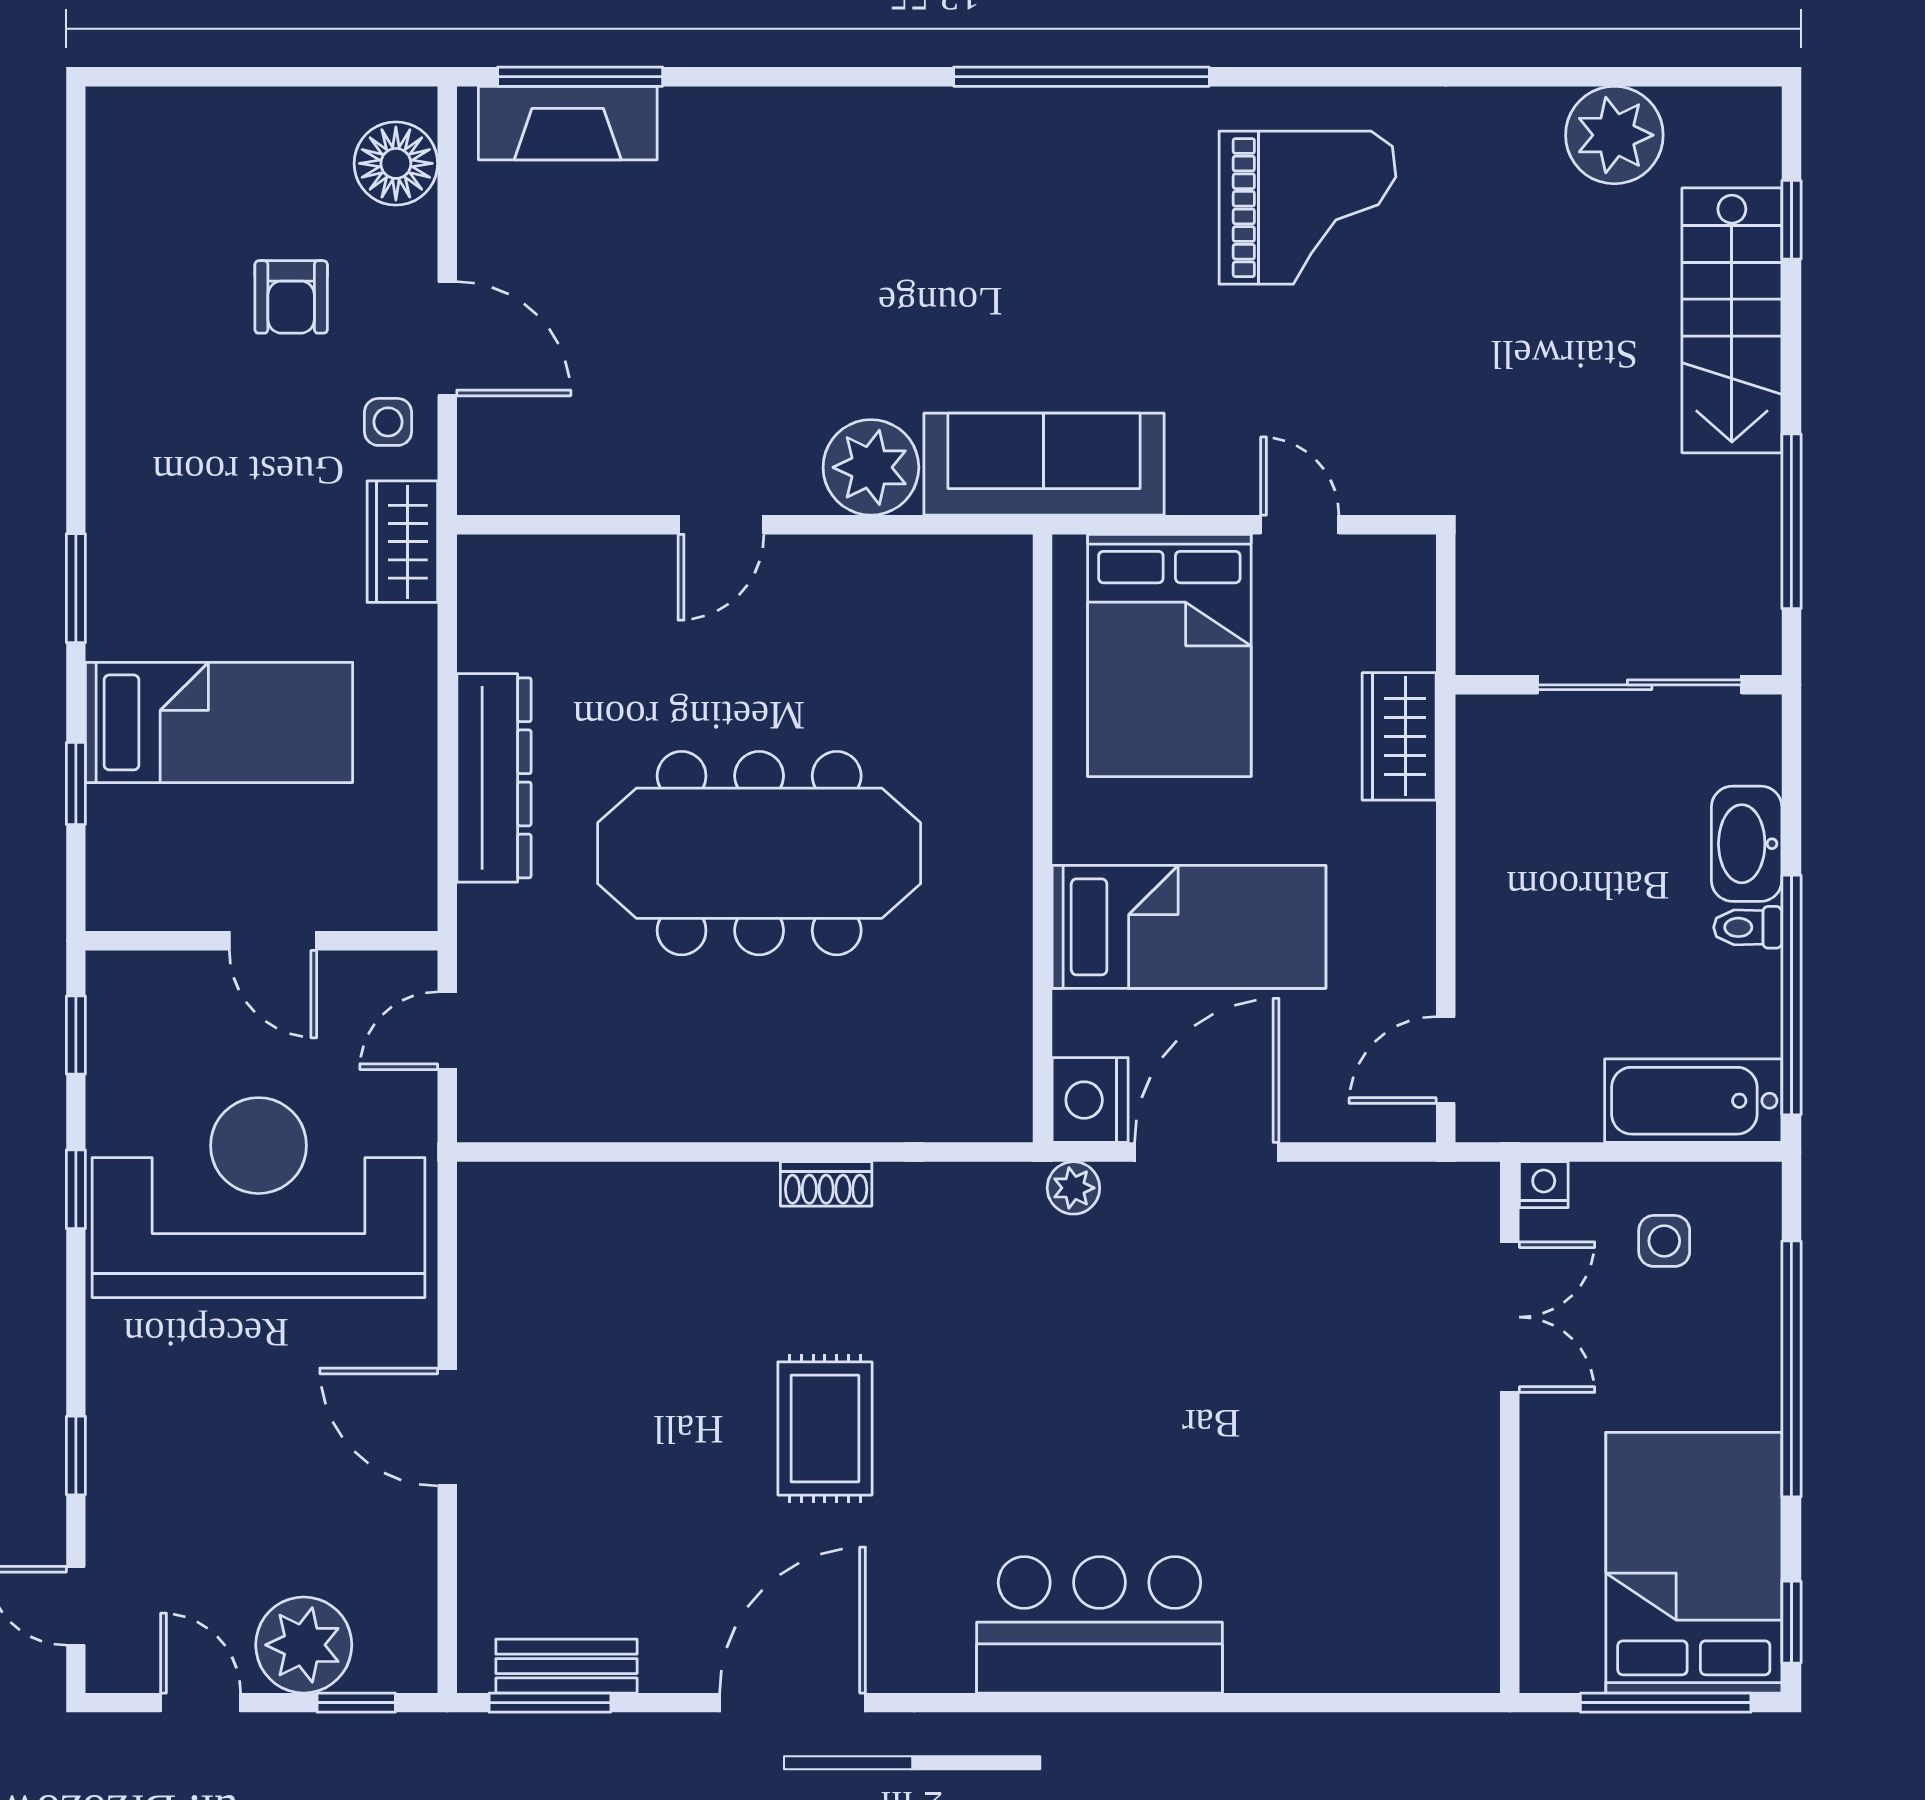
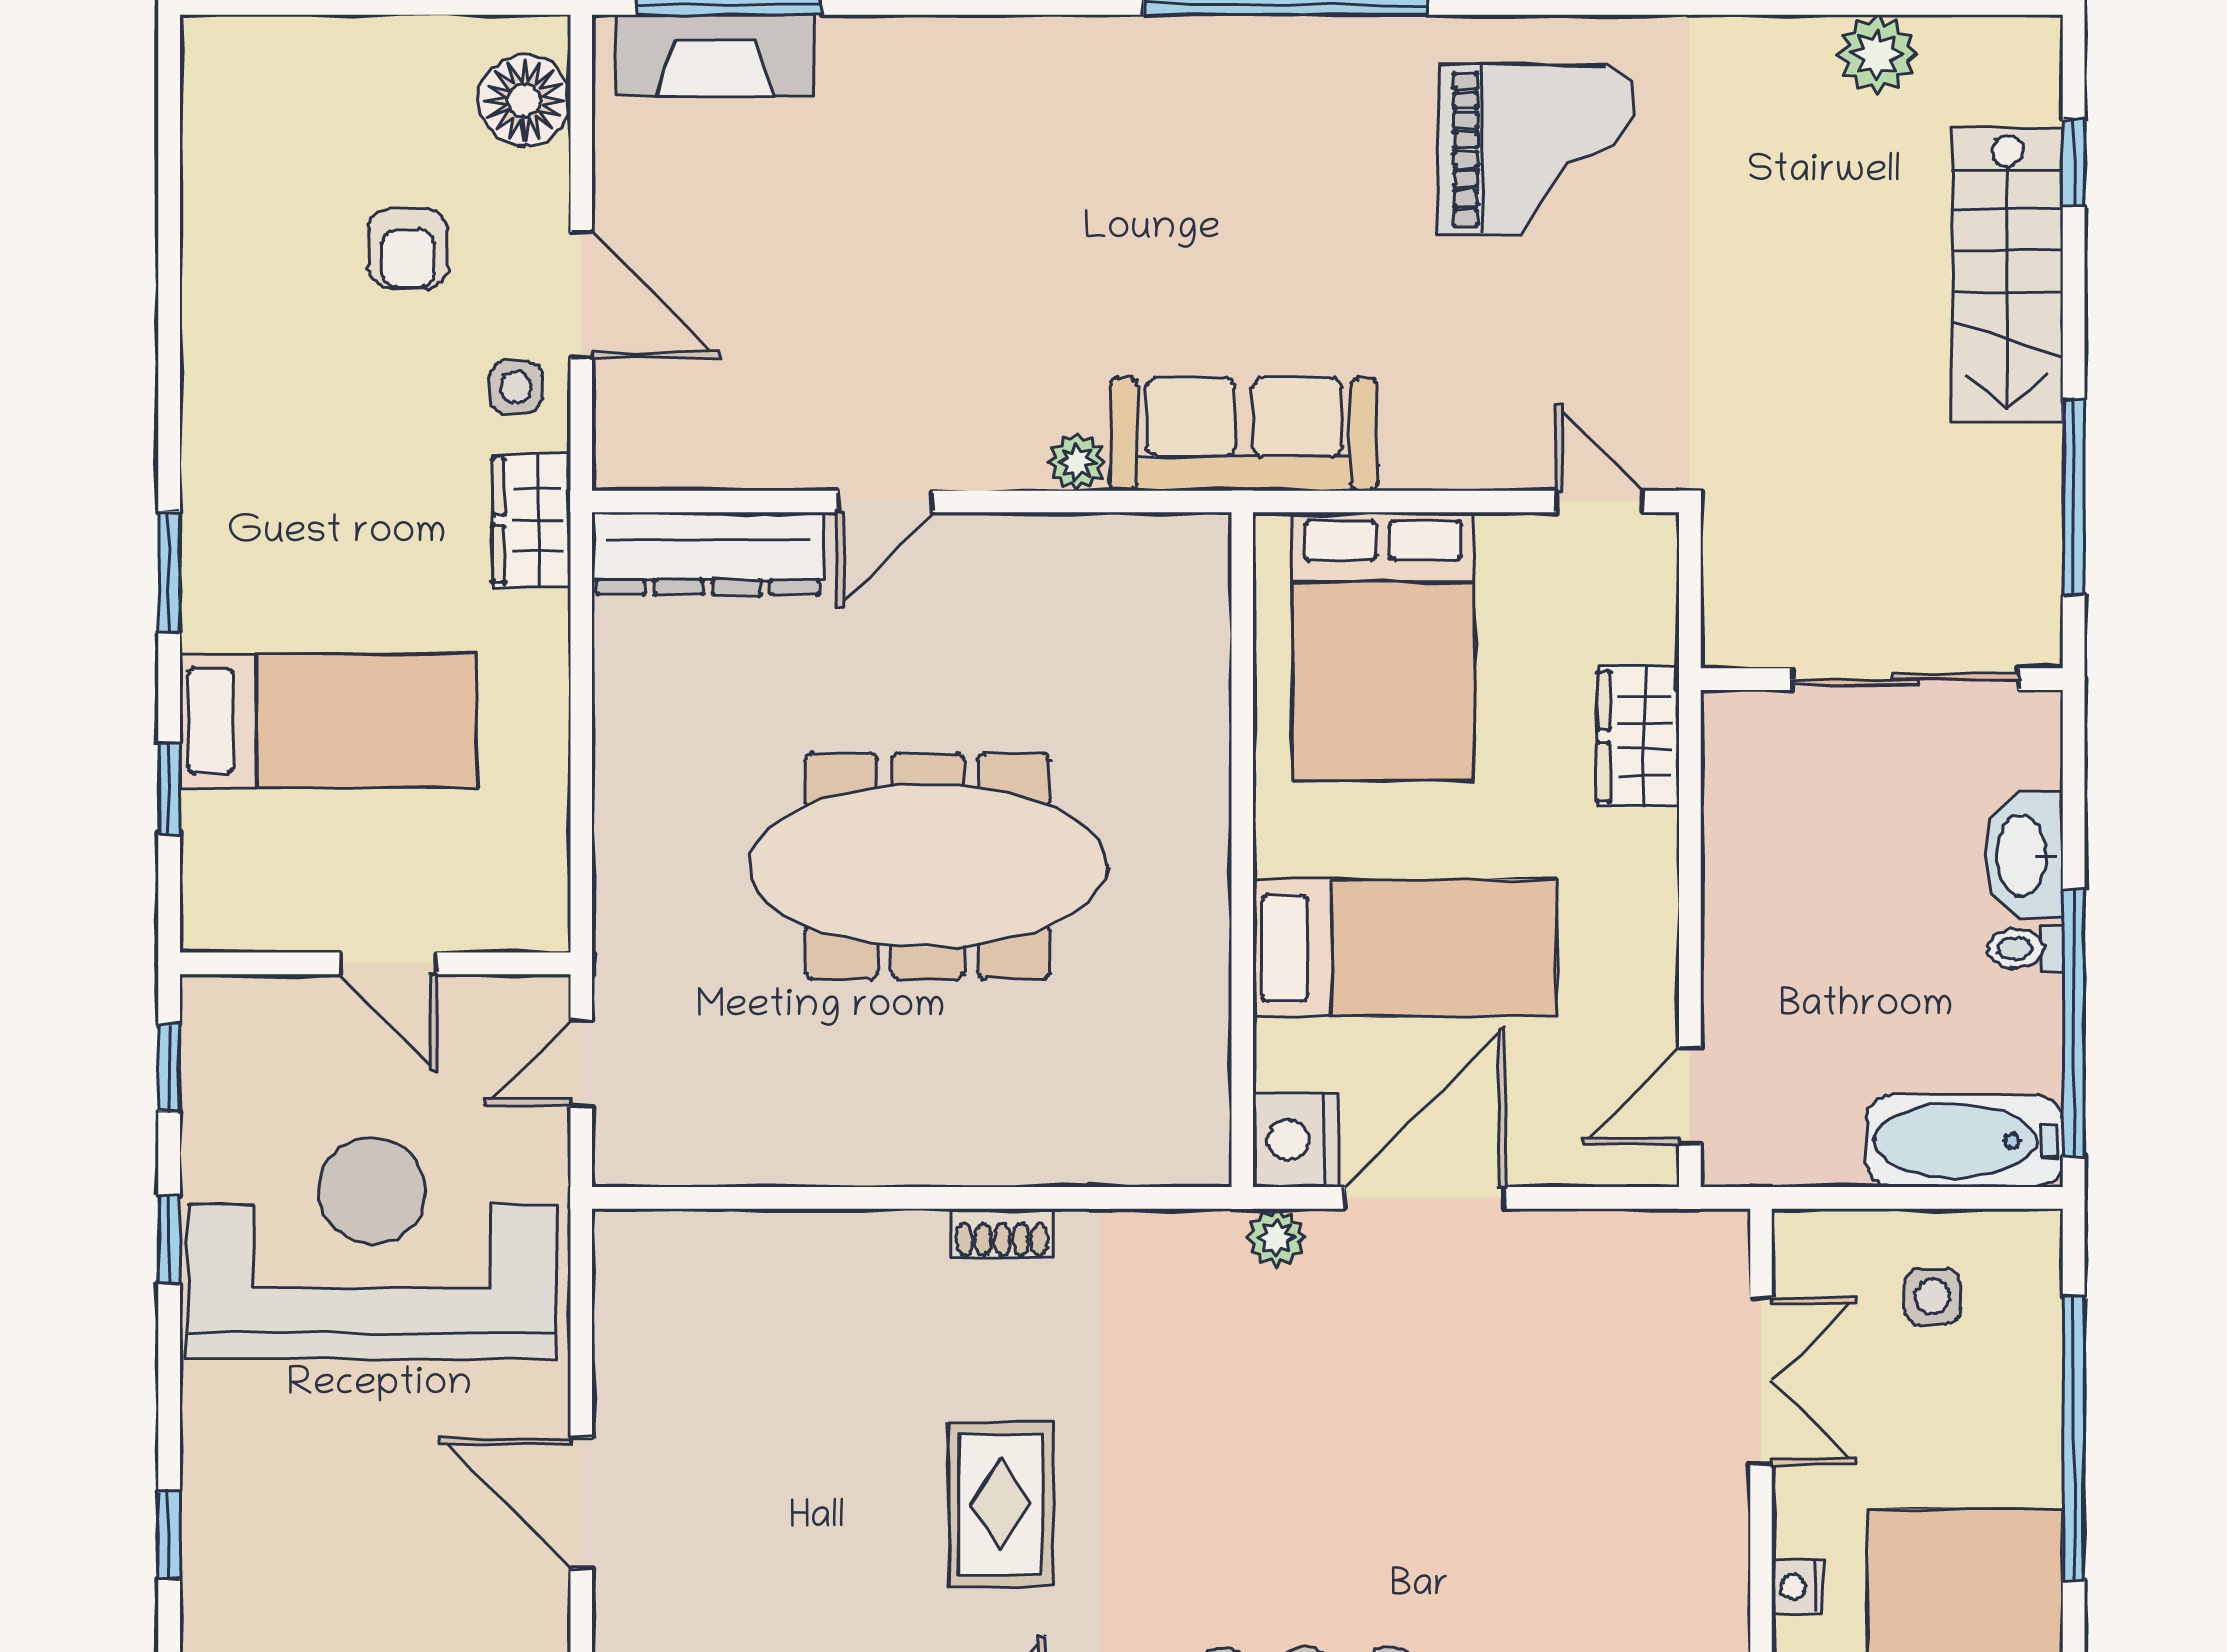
plant: (1614, 135) -> (1877, 54), width x0.73, depth x0.73
plant: (871, 467) -> (1077, 462), width x0.53, depth x0.53
door: (1300, 525) -> (1599, 501), moved
dresser: (494, 778) -> (708, 553), moved, turned 90
nightstand: (1544, 1185) -> (1797, 1587), moved, turned -90

